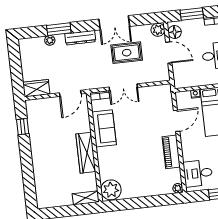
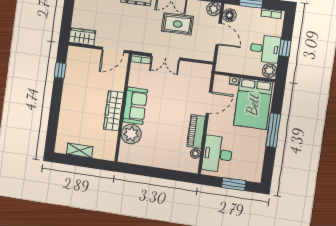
sofa: (104, 128) -> (135, 106), moved
desk: (198, 173) -> (217, 154), width x1.37
plant: (178, 188) -> (195, 153), moved
plant: (111, 190) -> (131, 134), moved
shelving: (86, 198) -> (80, 150), moved

